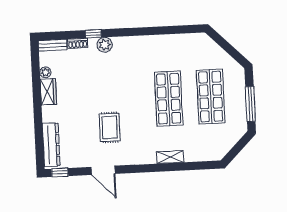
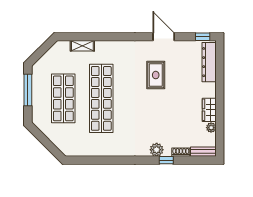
shop shelf: (169, 99) -> (101, 98), width x1.40
shelving: (170, 157) -> (82, 46), moved

